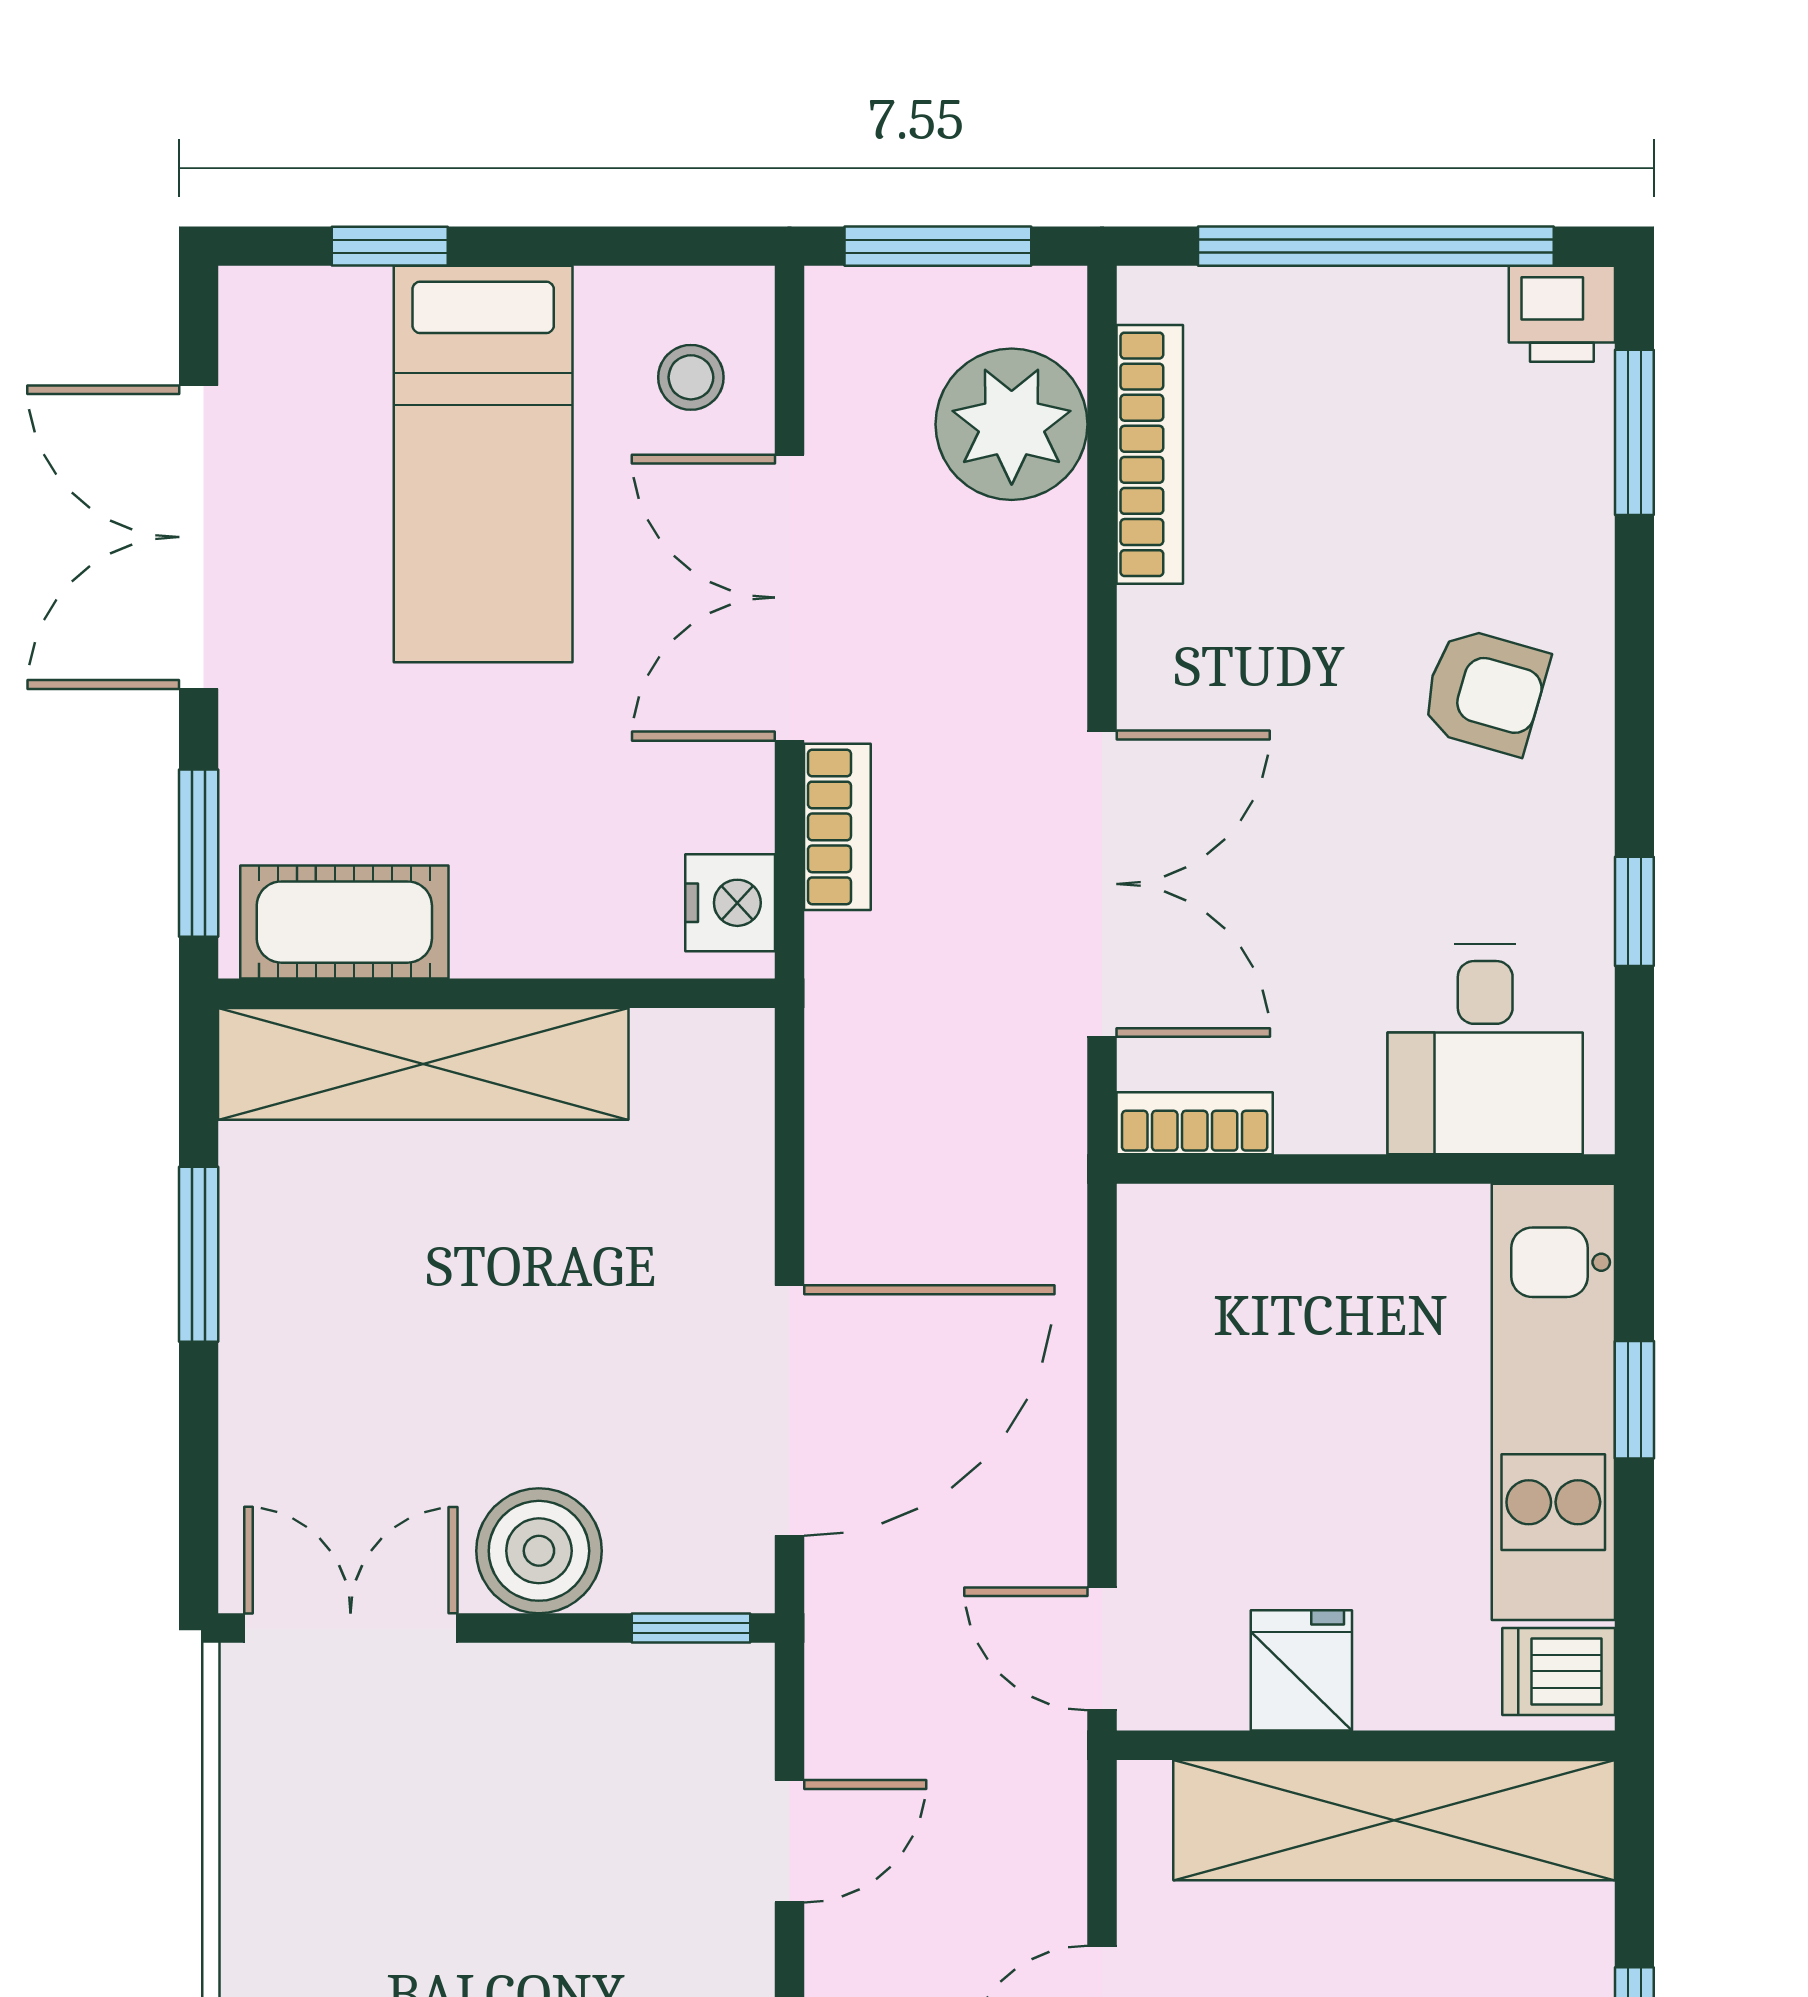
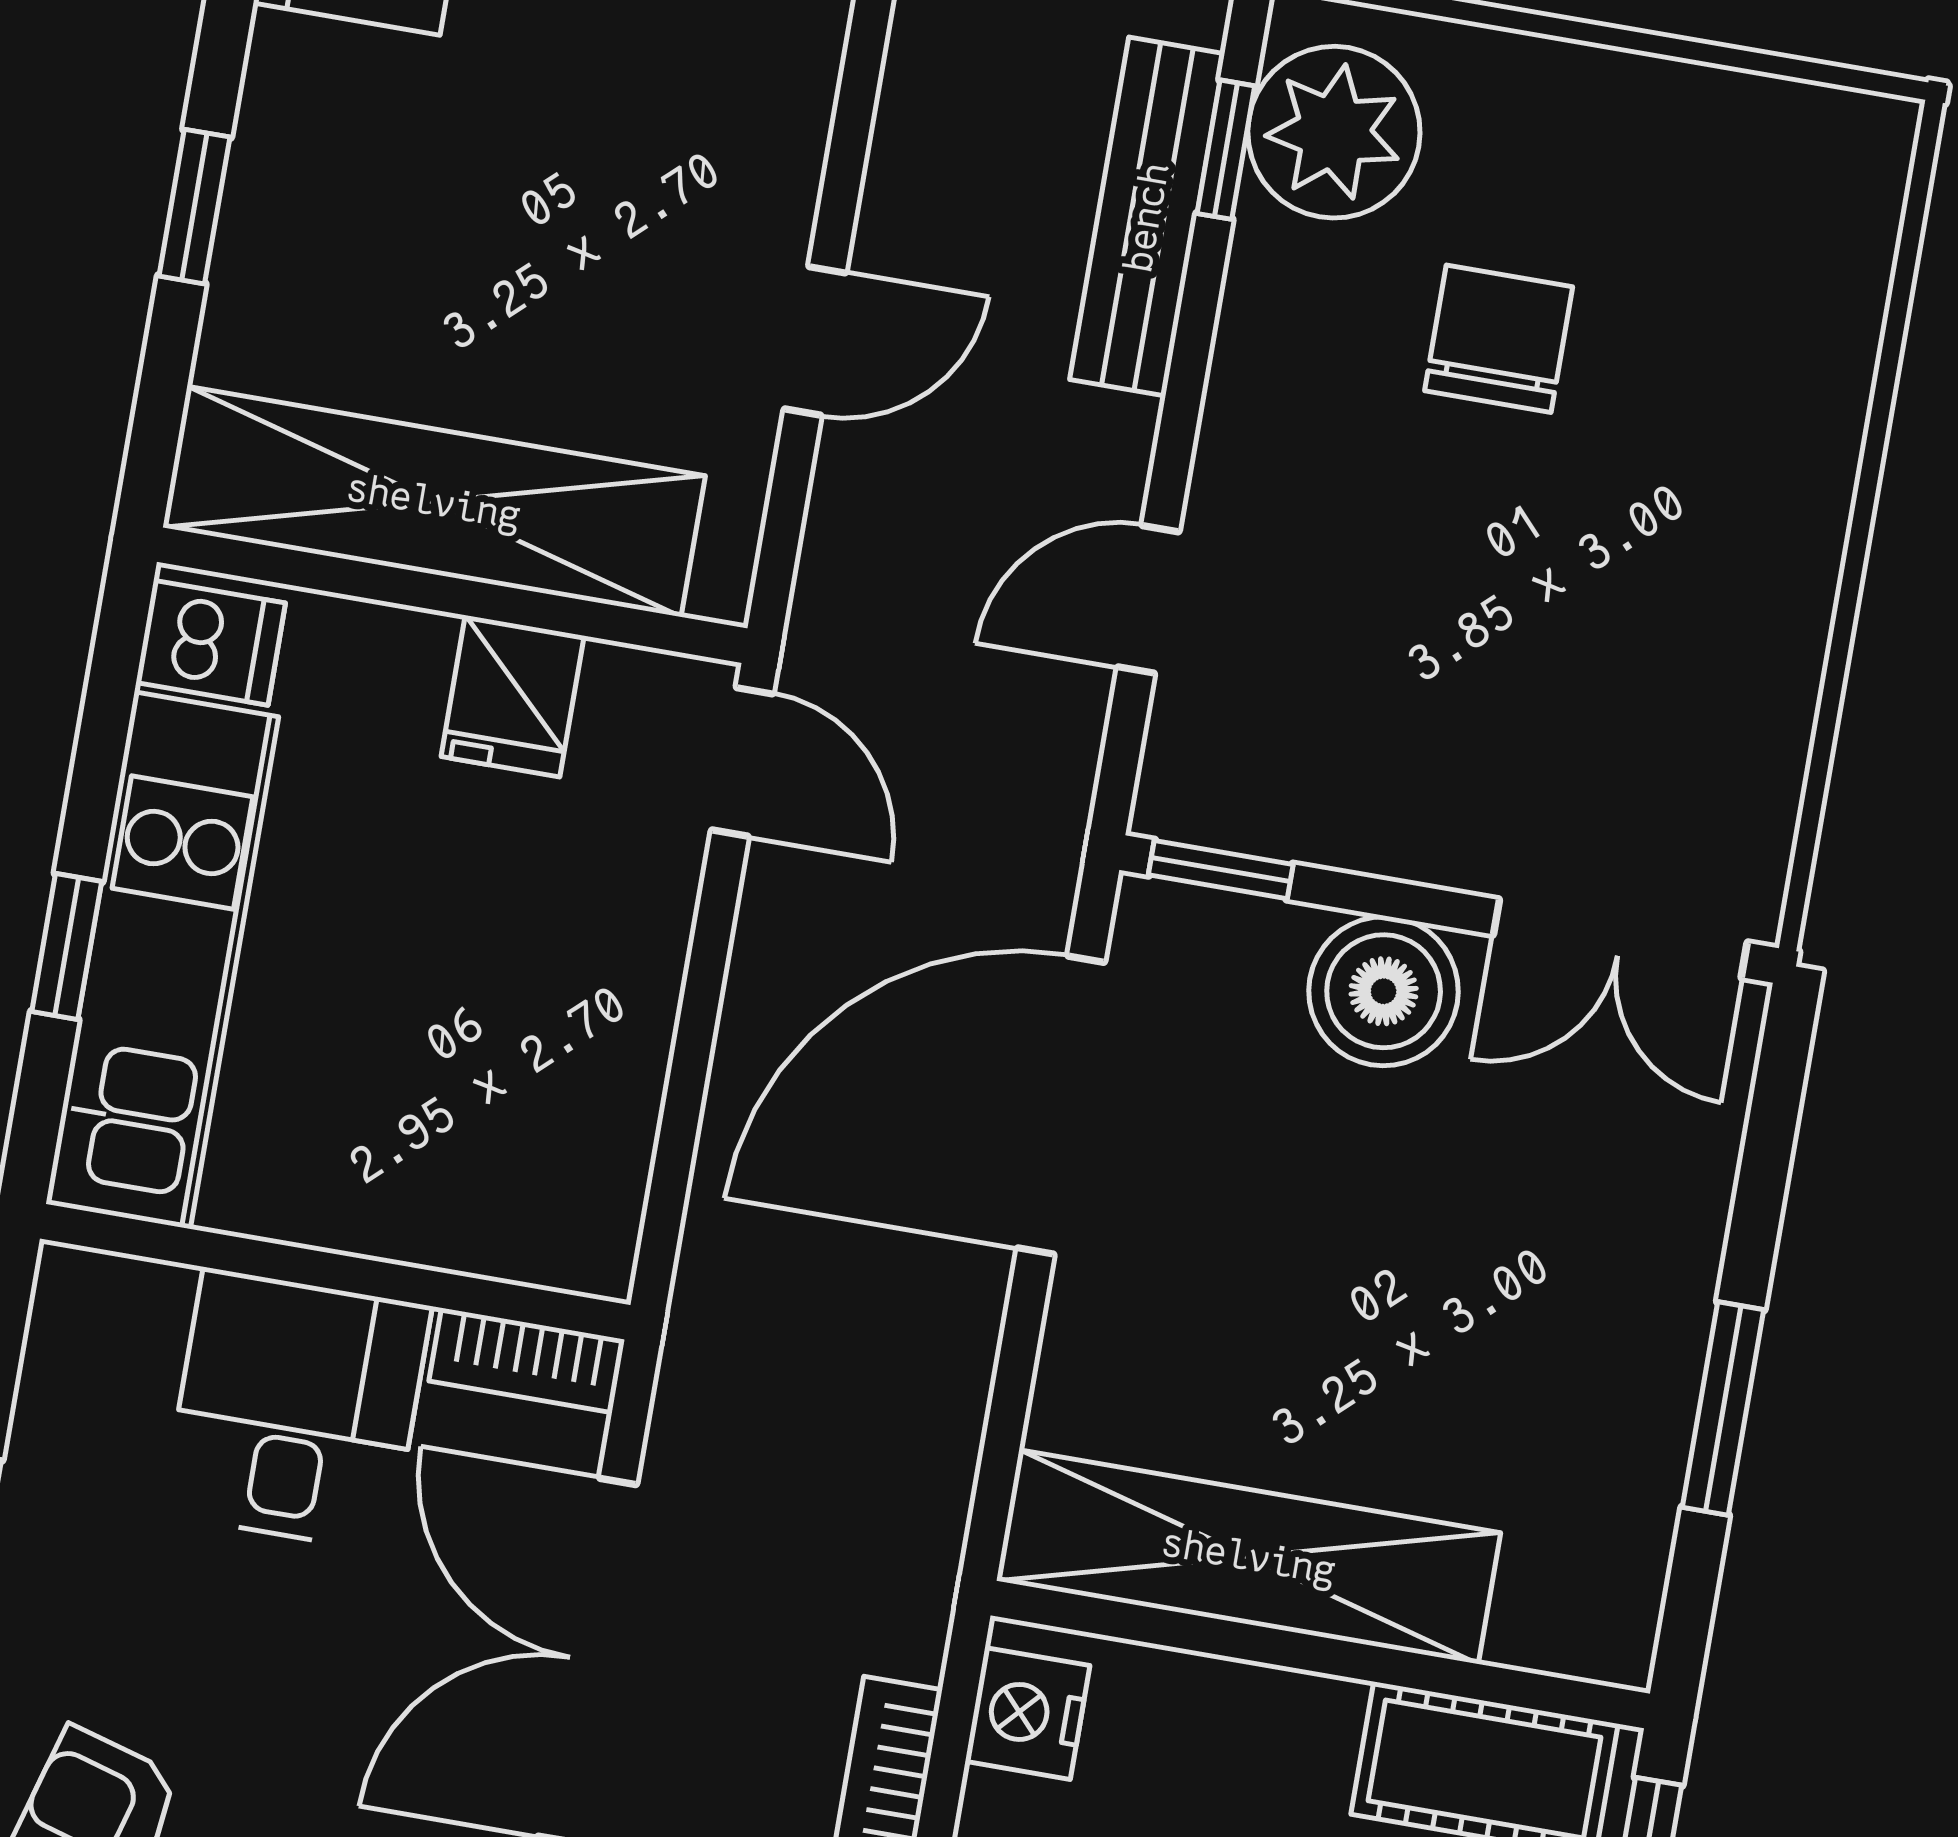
desk: (1485, 1049) -> (296, 1410), moved
shelving: (423, 1064) -> (1249, 1557), moved

